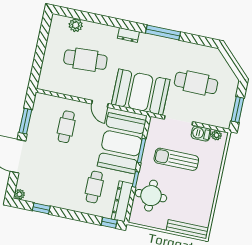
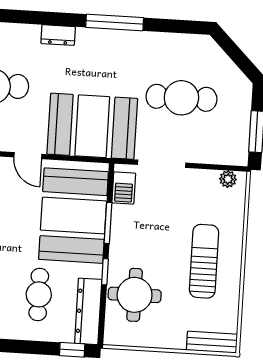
barbecue: (201, 133) -> (124, 188), moved, turned -90
sun lounger: (176, 159) -> (204, 261), moved, turned 90
bench: (187, 229) -> (212, 342), width x0.73

